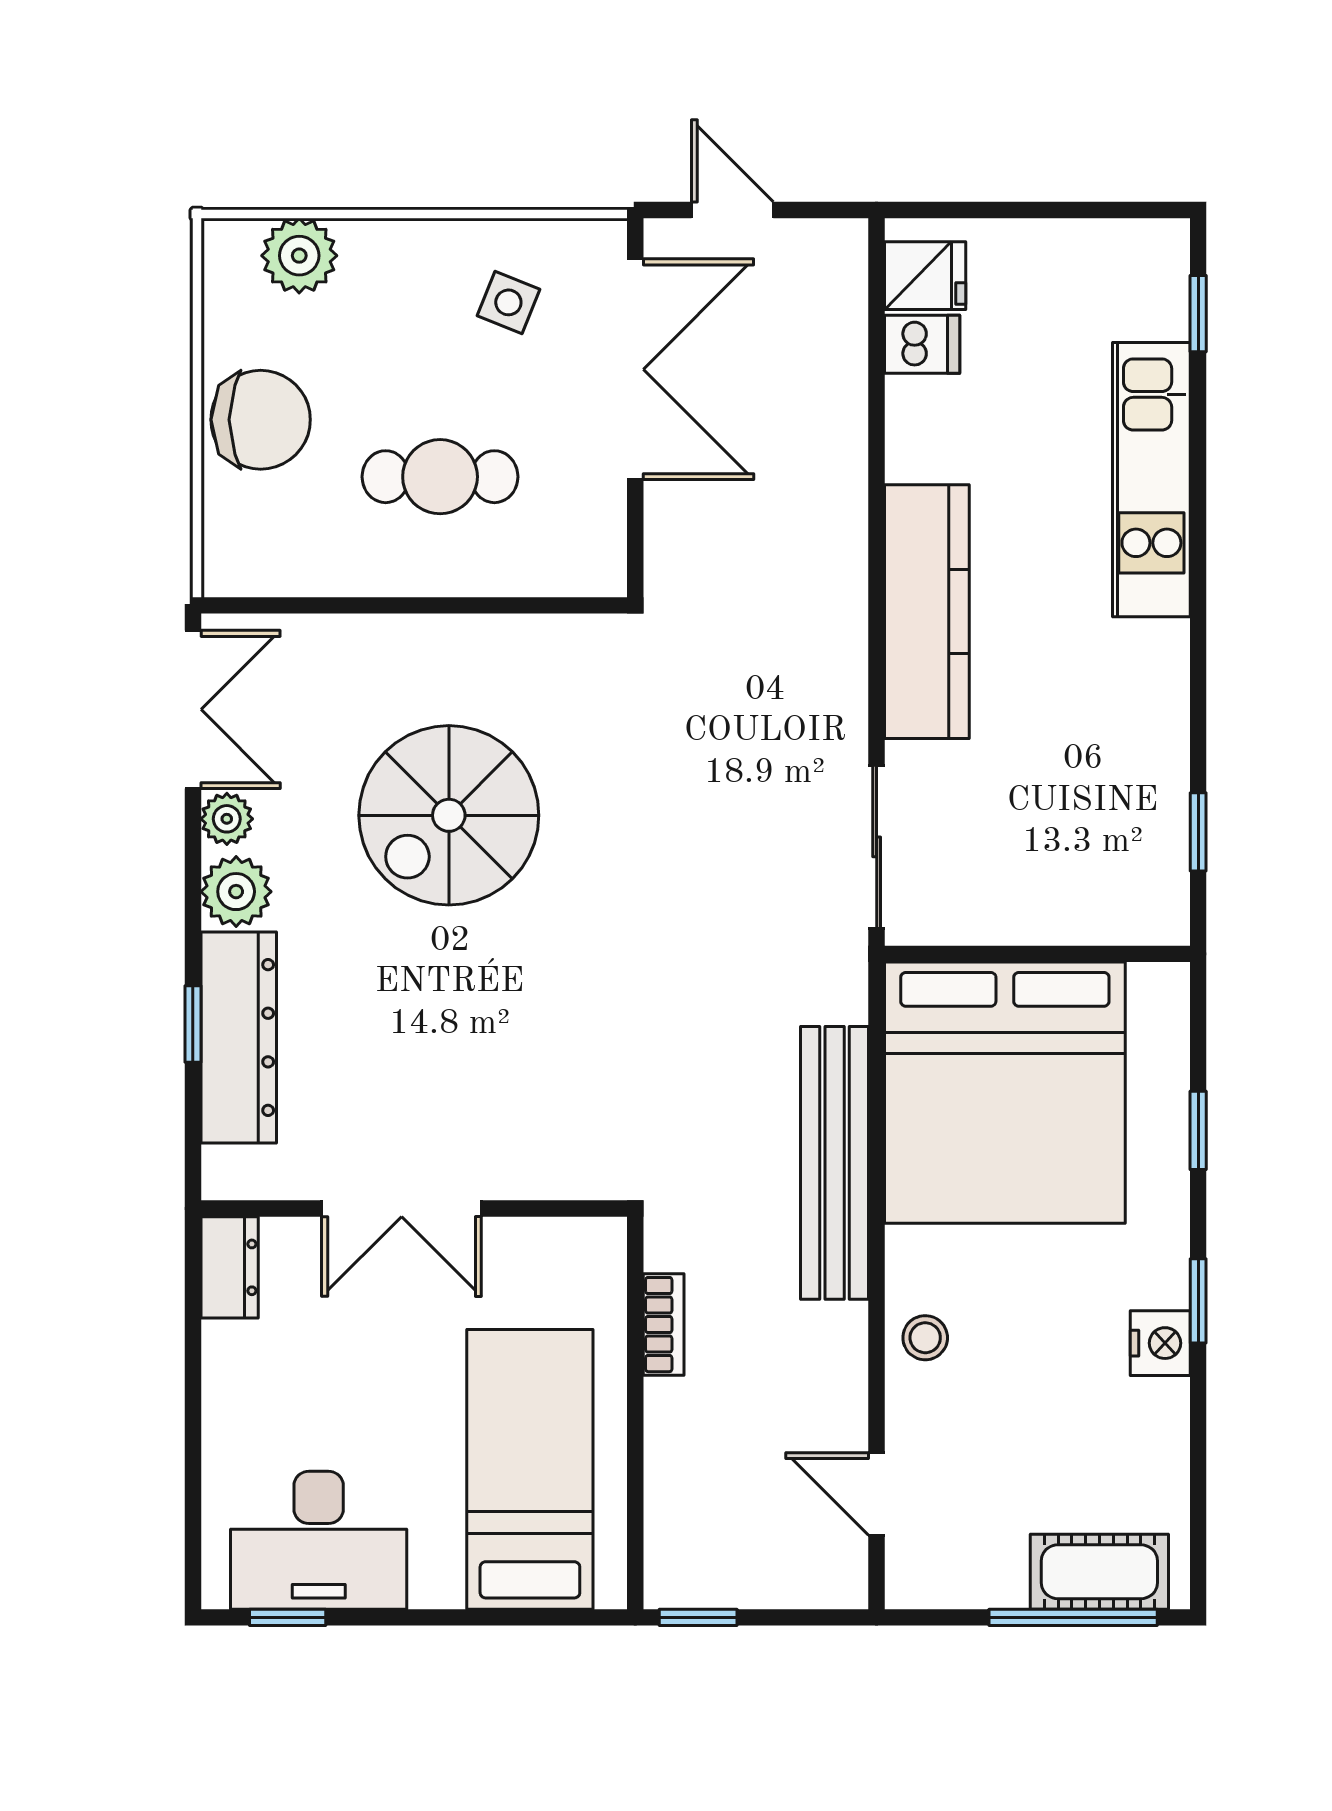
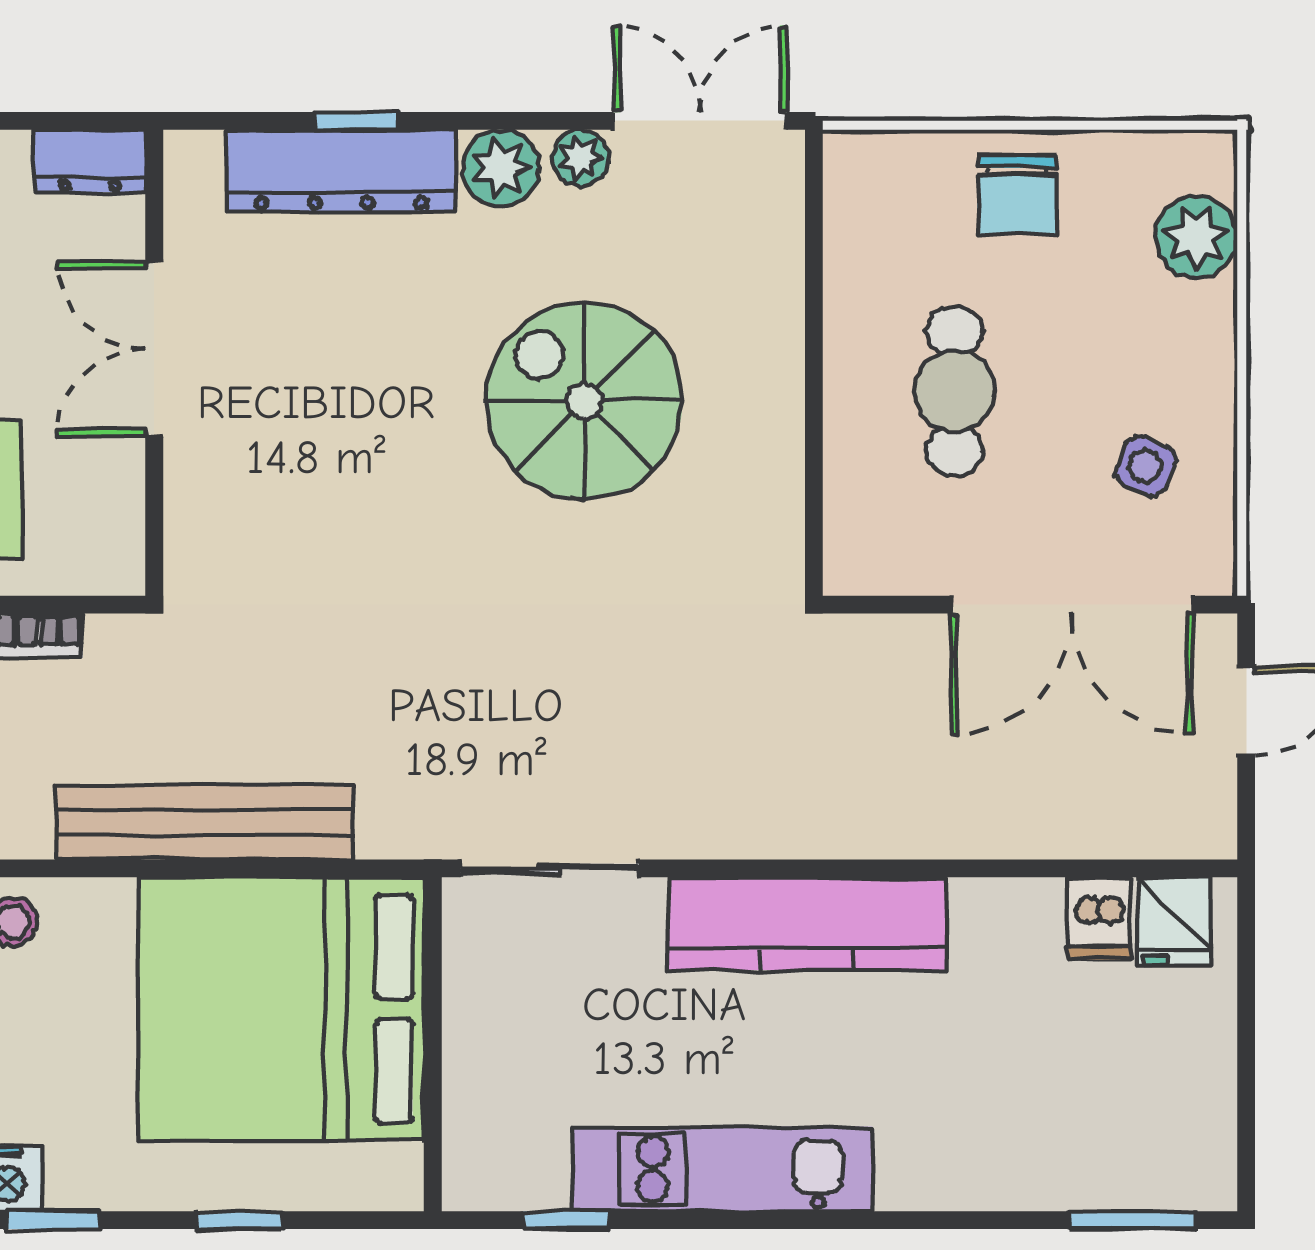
window: (1198, 314) -> (1133, 1220), width x1.50
chair: (261, 420) -> (1017, 195), width x0.73, depth x0.73
kitchen unit: (1151, 480) -> (722, 1169), moved
double door: (193, 709) -> (700, 121), swing flipped

